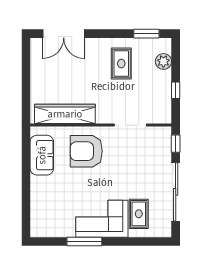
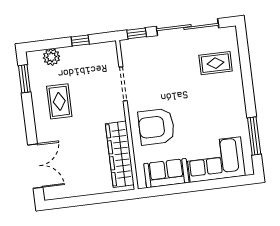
rug: (121, 64) -> (59, 101), turned 90
armchair: (86, 151) -> (156, 127), turned 90
corner sofa: (102, 219) -> (215, 160), moved, turned 90
window: (84, 241) -> (254, 136), moved

